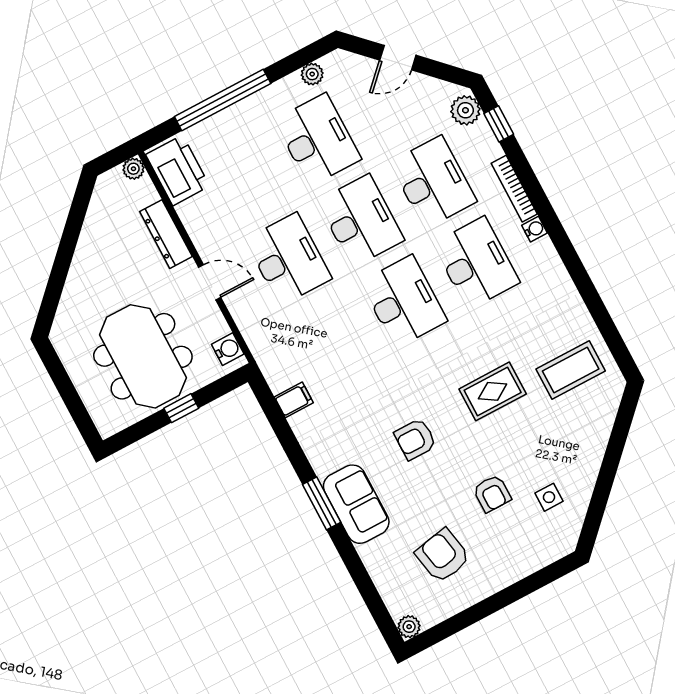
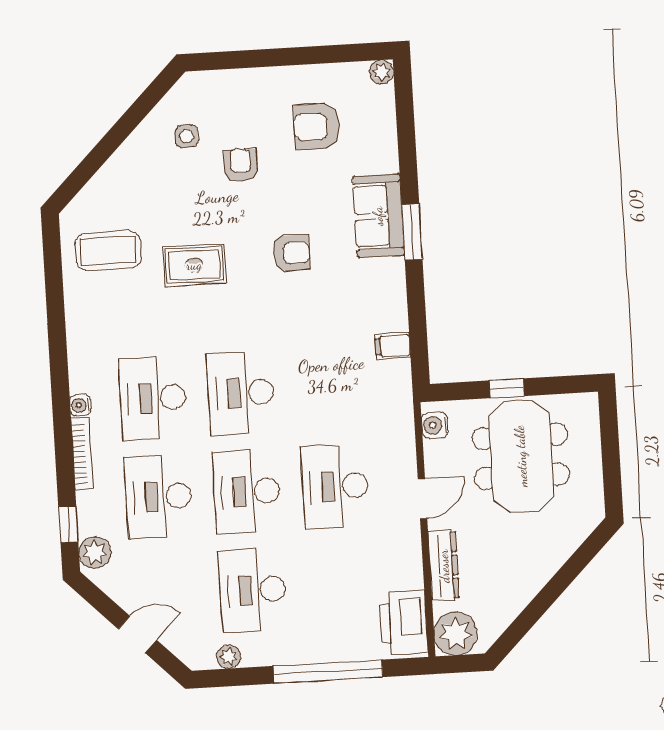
plant: (133, 169) -> (456, 634), width x1.88, depth x1.88
door: (210, 282) -> (423, 499), swing flipped
armchair: (443, 556) -> (317, 126), turned 101

